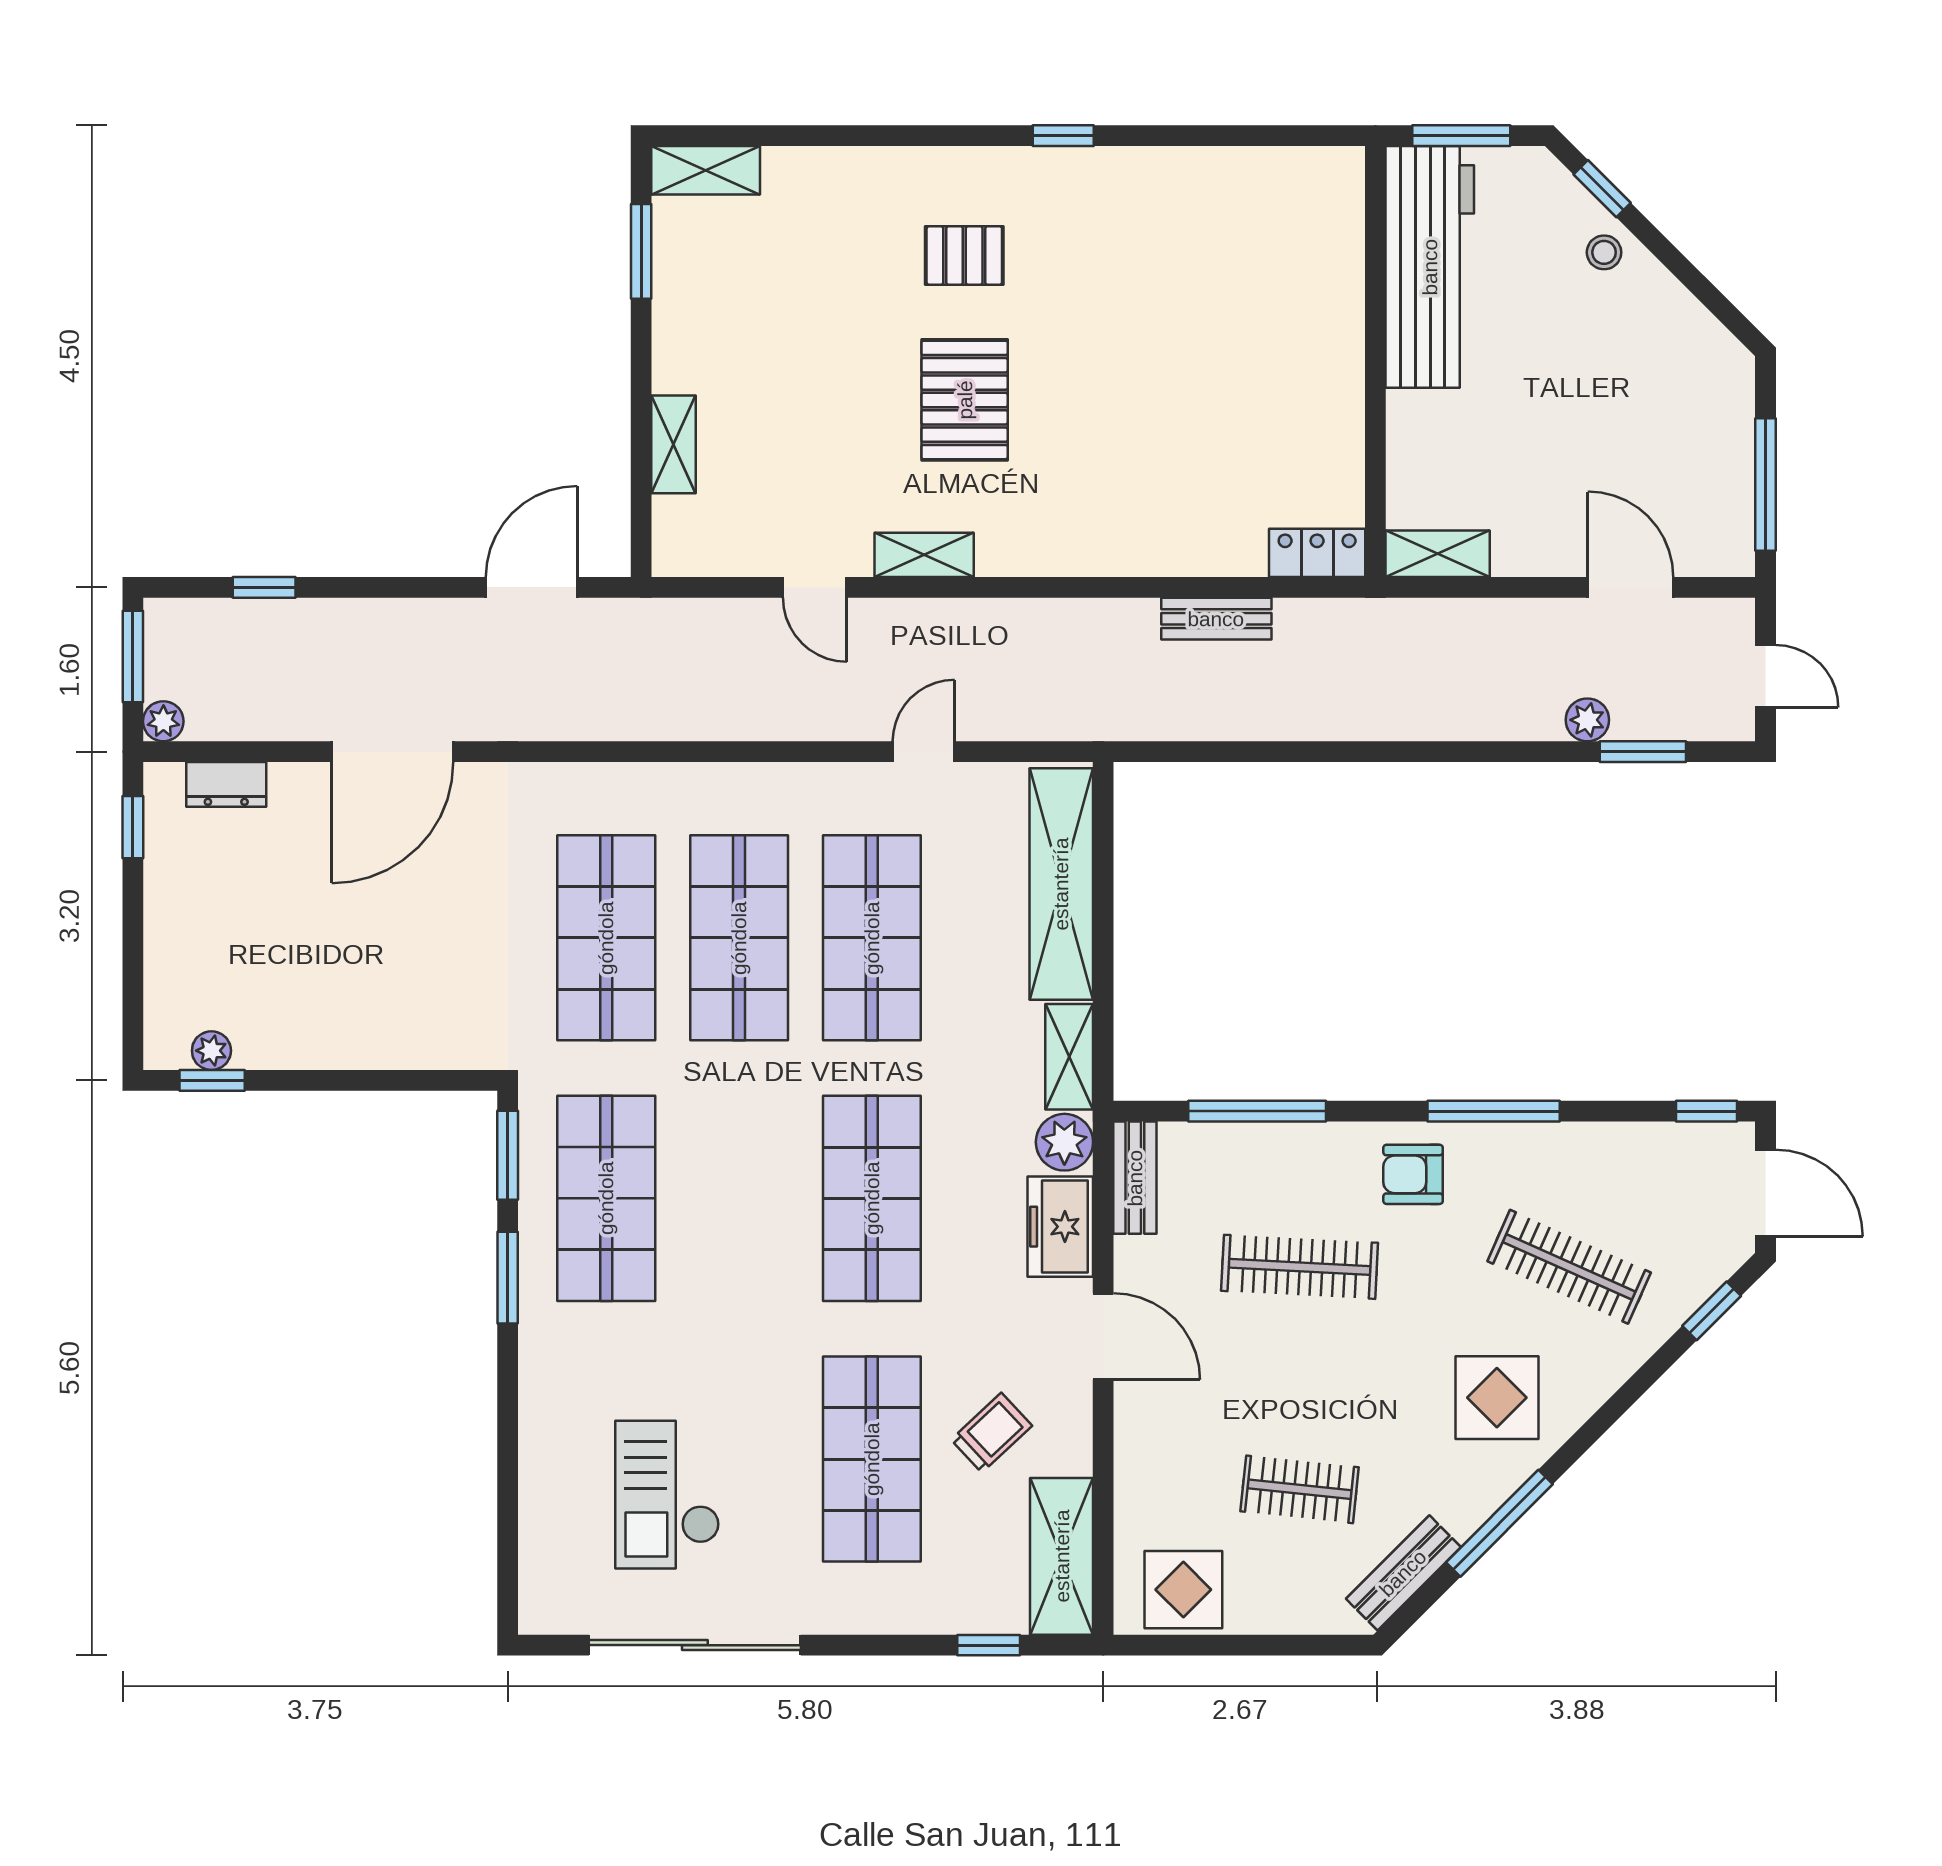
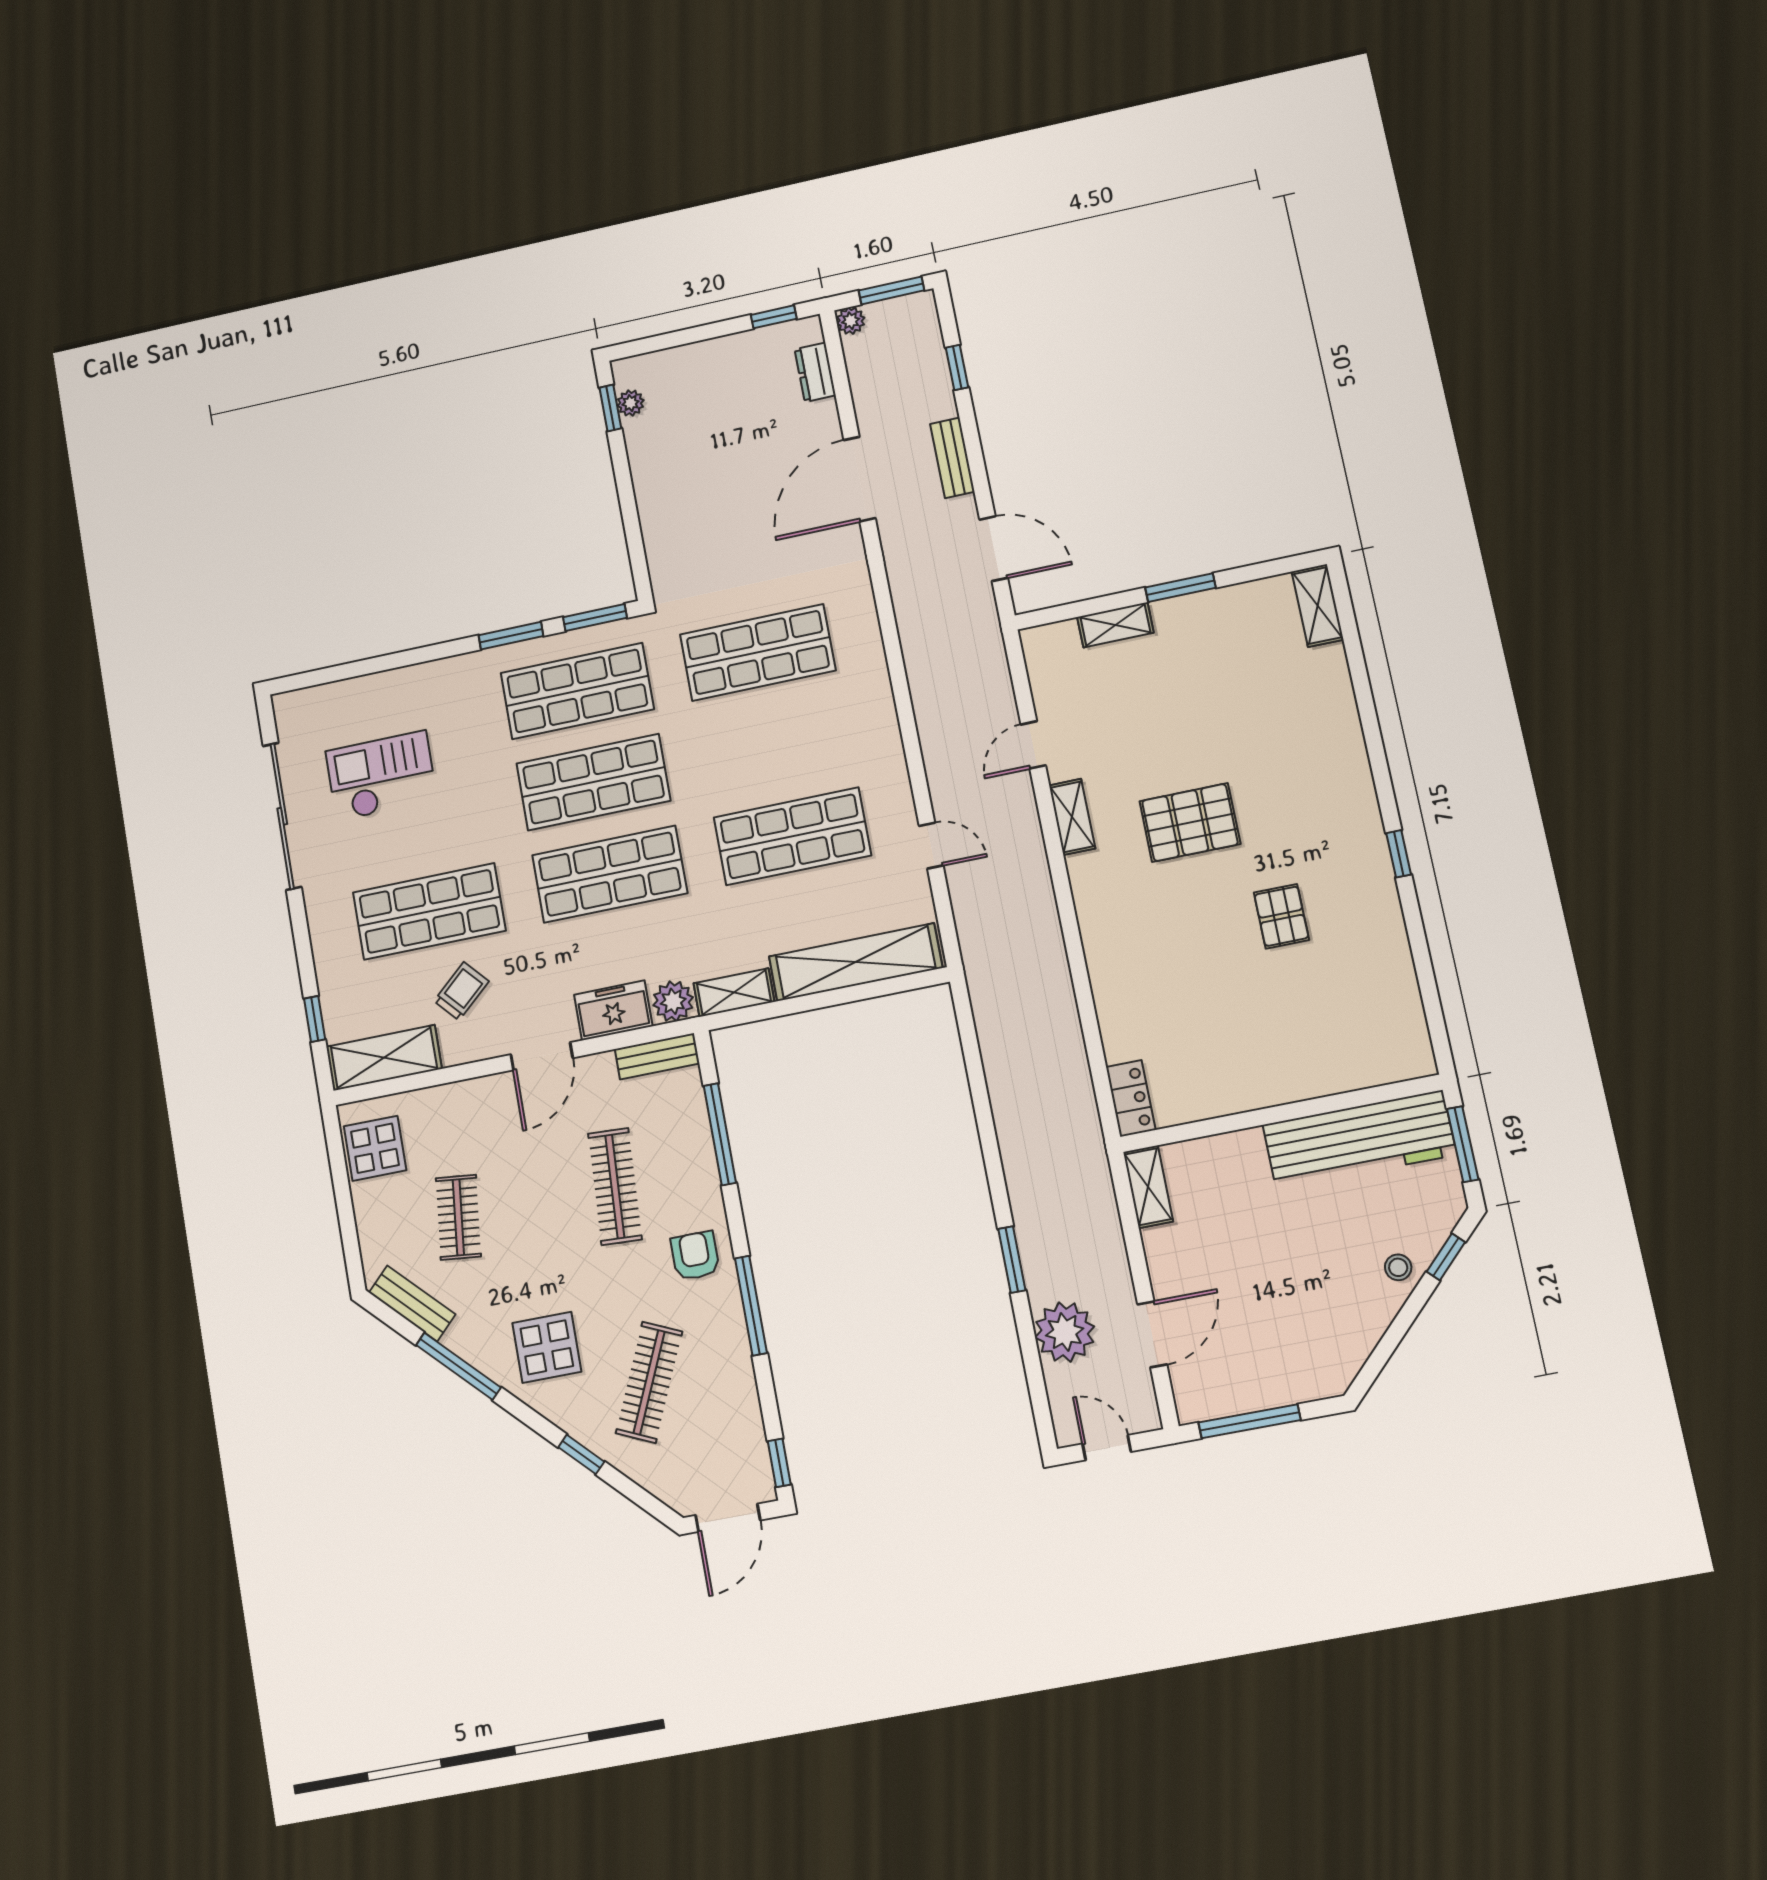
window: (641, 251) -> (1180, 588), moved
pallet: (964, 256) -> (1281, 916), moved
bench: (1216, 619) -> (952, 458), moved
door: (1765, 676) -> (1107, 1448), swing flipped
plant: (1587, 720) -> (1065, 1332), width x1.87, depth x1.87
door: (393, 752) -> (860, 479), hinge flipped
window: (1643, 752) -> (1012, 1260), moved
shop shelf: (739, 938) -> (593, 782), moved
window: (1712, 1311) -> (581, 1454), moved
trolley: (992, 1433) -> (461, 991), turned -89

